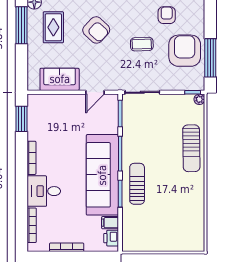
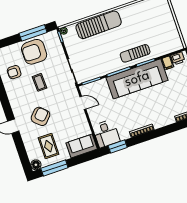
rug: (53, 27) -> (48, 146), turned 90
sofa: (60, 79) -> (82, 146), moved, turned 90
sun lounger: (191, 148) -> (99, 25), width x1.36, depth x1.34
desk: (44, 191) -> (106, 134), moved

